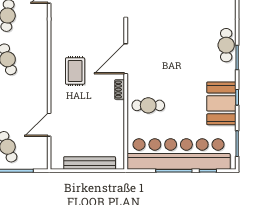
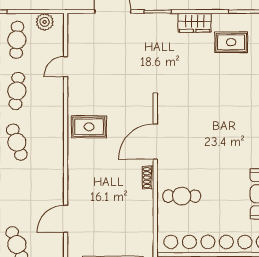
rug: (75, 71) -> (89, 127), moved, turned 90

